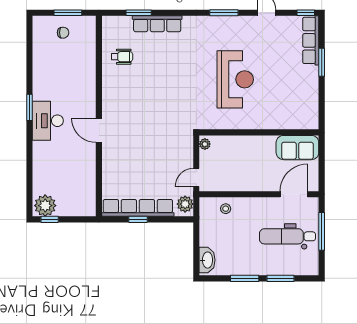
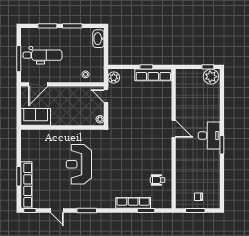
row of seats: (311, 40) -> (26, 185), width x1.36
door: (196, 178) -> (106, 96), swing flipped
row of seats: (138, 208) -> (153, 75), width x0.73

